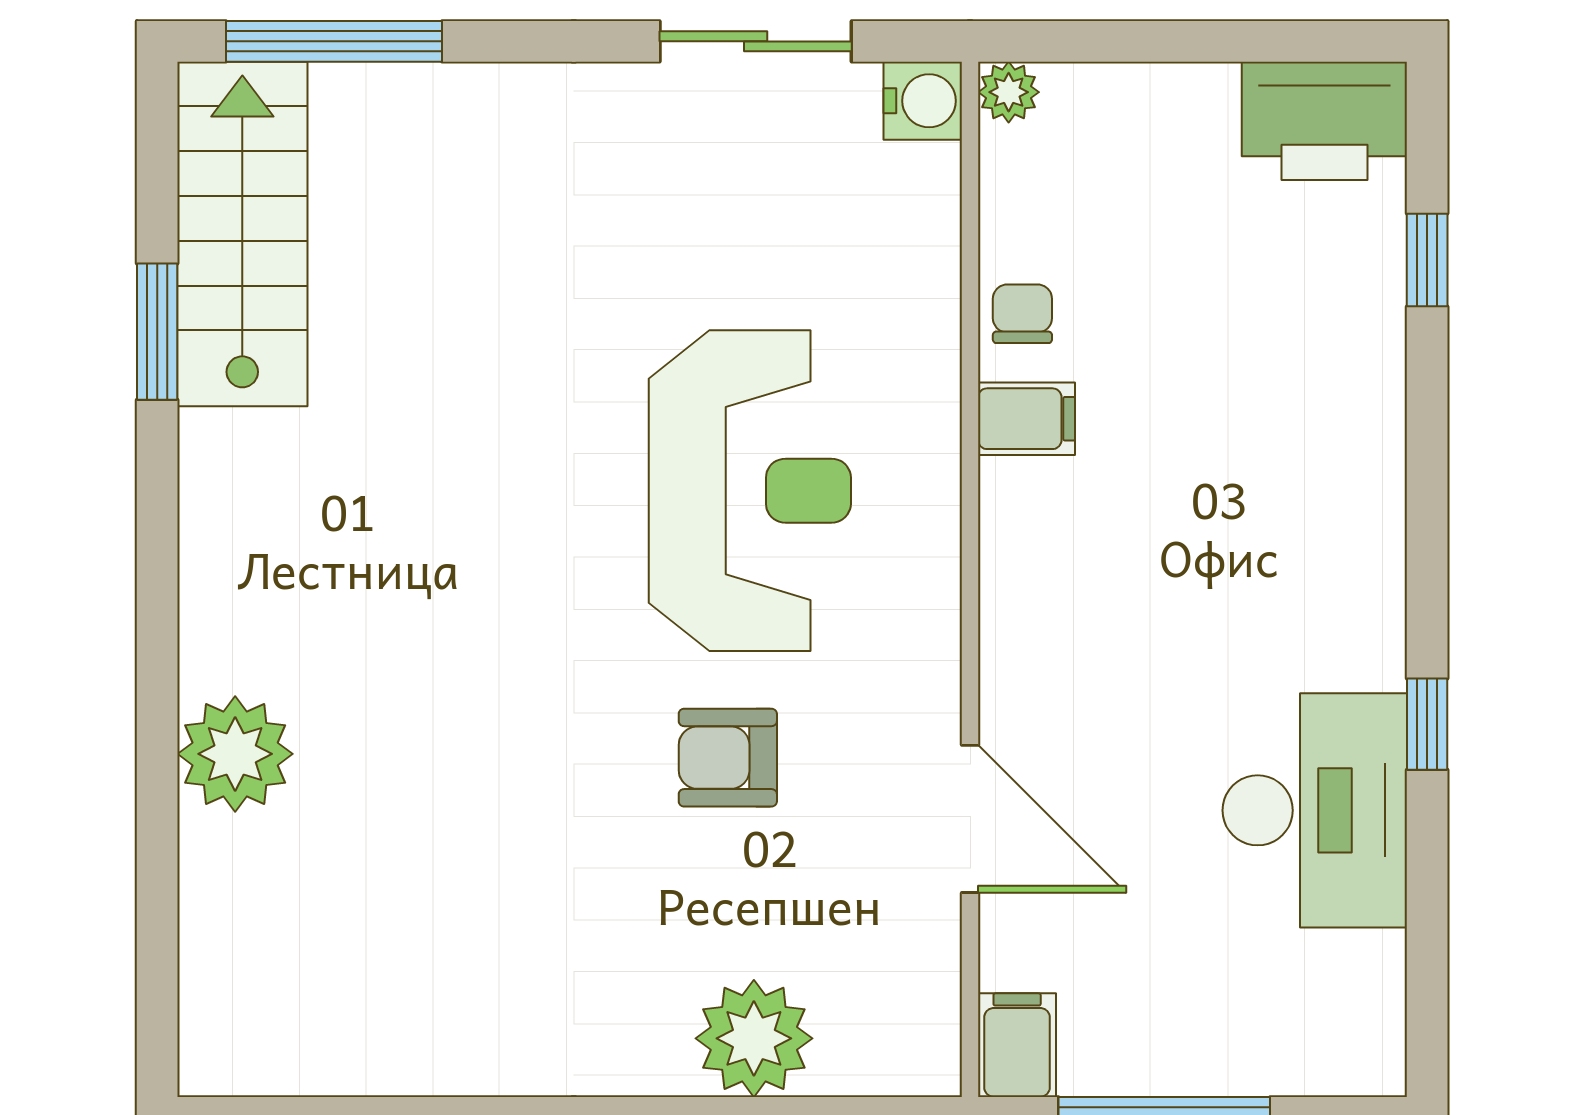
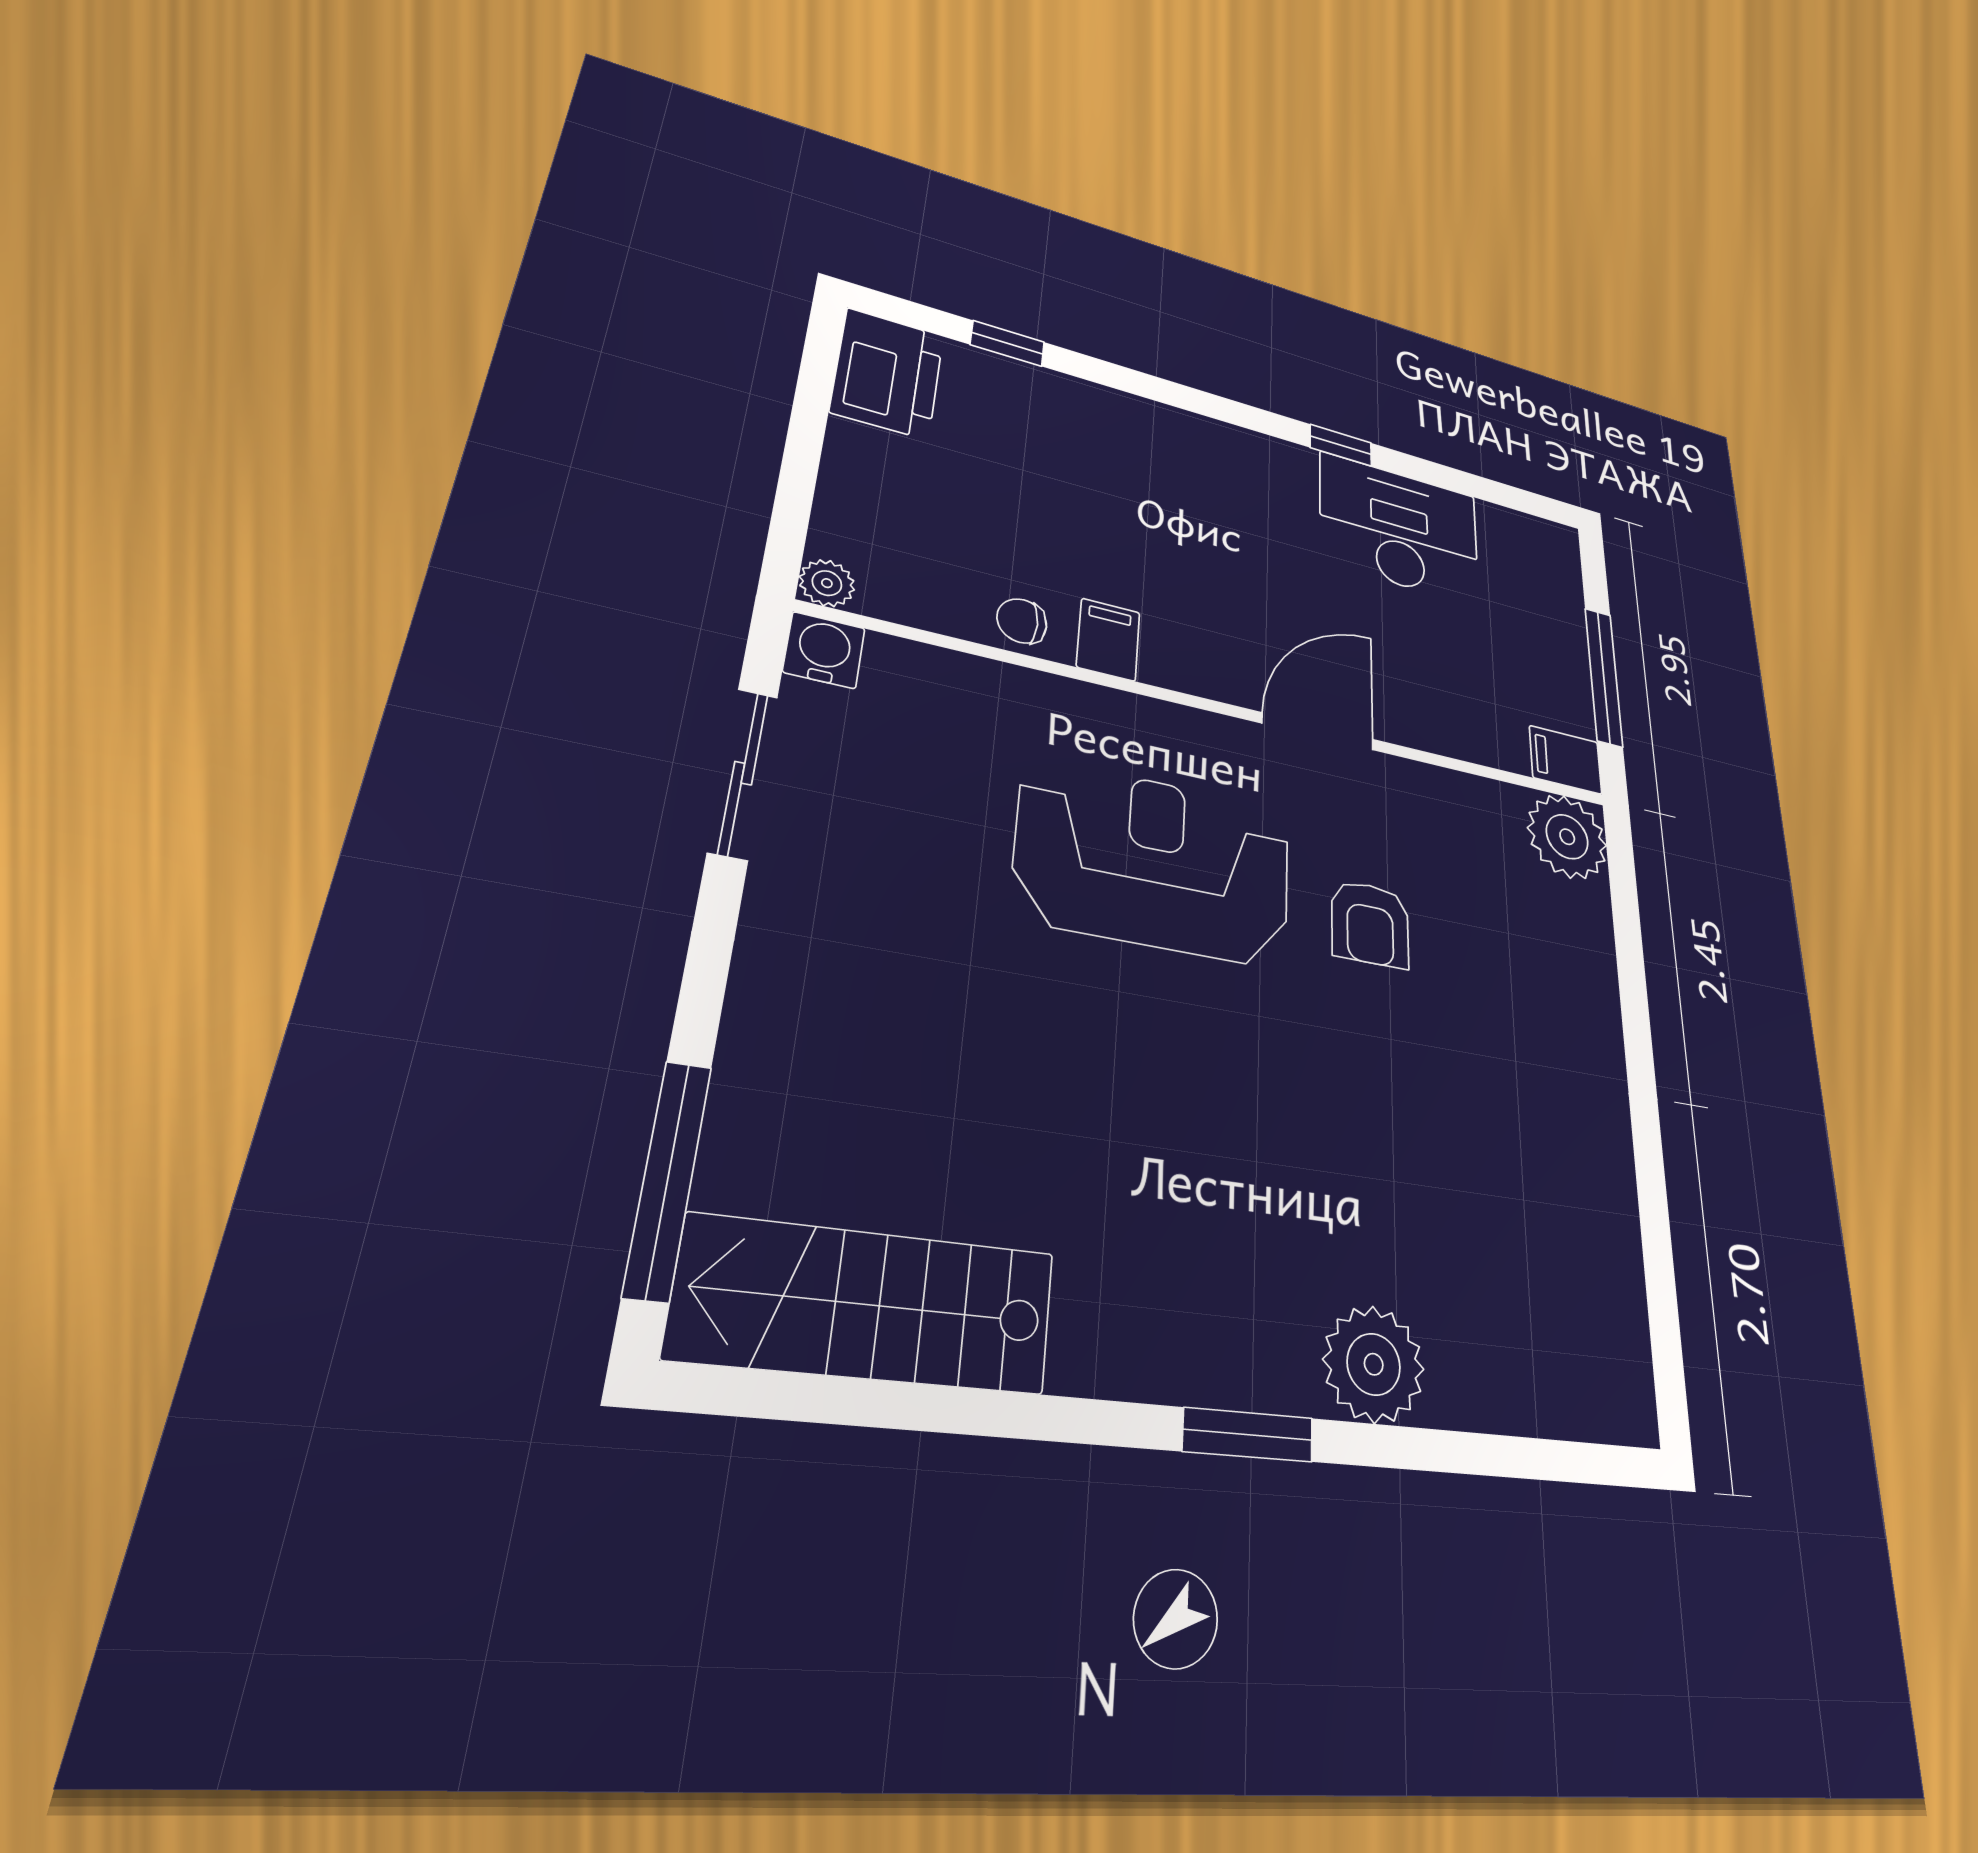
window: (157, 332) -> (1248, 1435), moved
door: (970, 819) -> (1318, 731), moved
plant: (754, 1038) -> (1567, 837), moved

